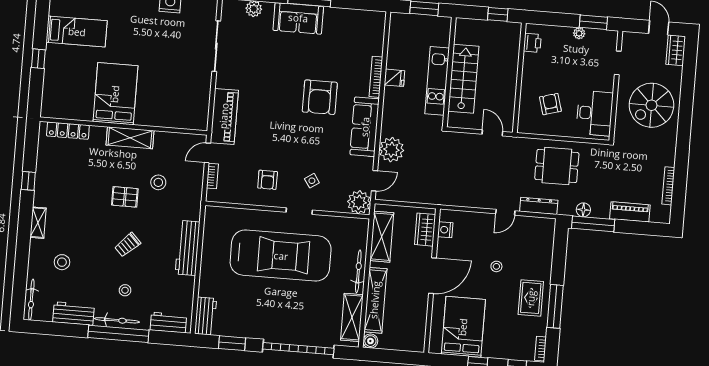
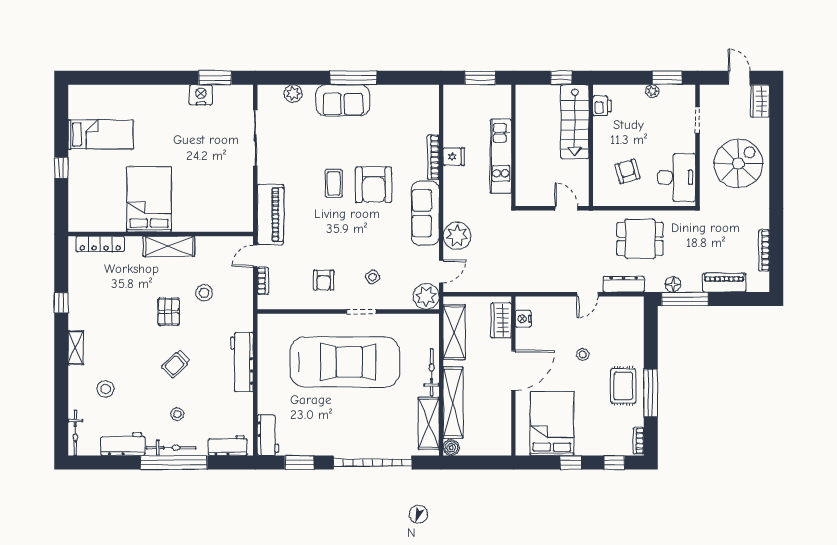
stairs: (463, 79) -> (575, 122), moved, turned 180
coffee table: (284, 93) -> (334, 183), added
spiral stairs: (651, 105) -> (738, 164), turned 180
pallet: (125, 197) -> (169, 312), turned 90

